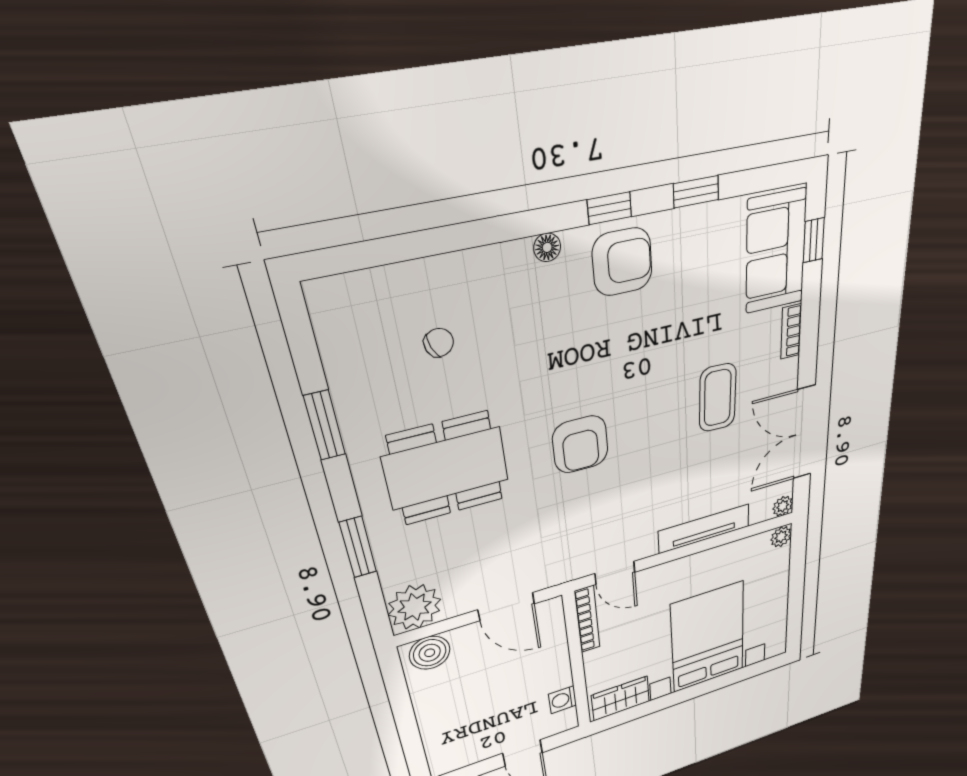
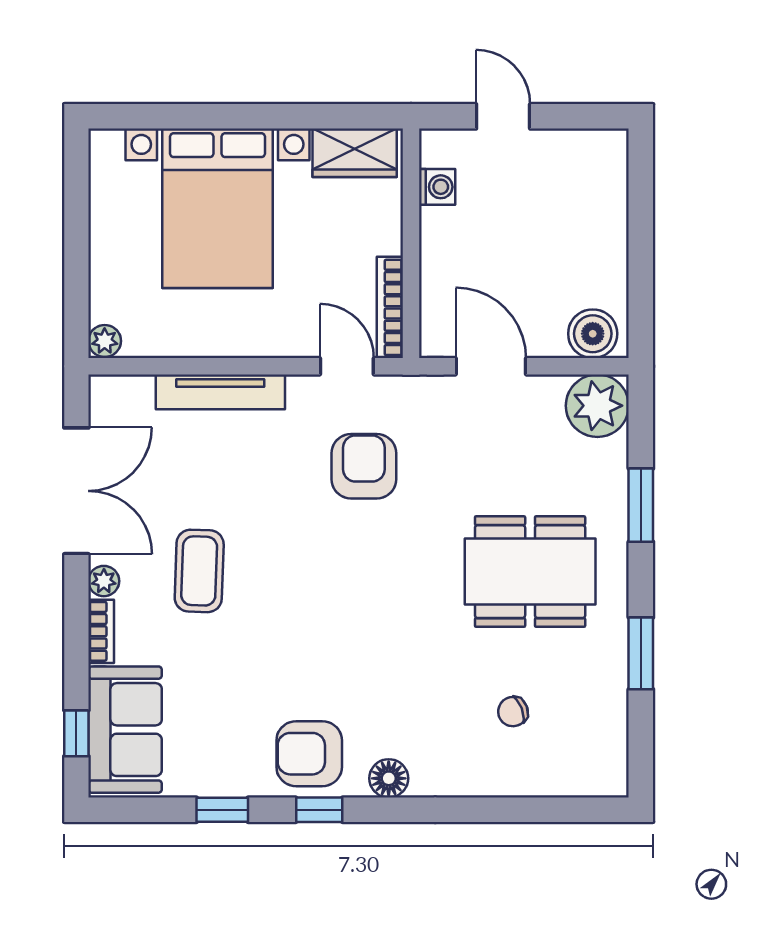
floor lamp: (547, 247) -> (389, 778), width x1.37, depth x1.37
armchair: (580, 444) -> (364, 466), moved
plant: (783, 506) -> (104, 581), moved

